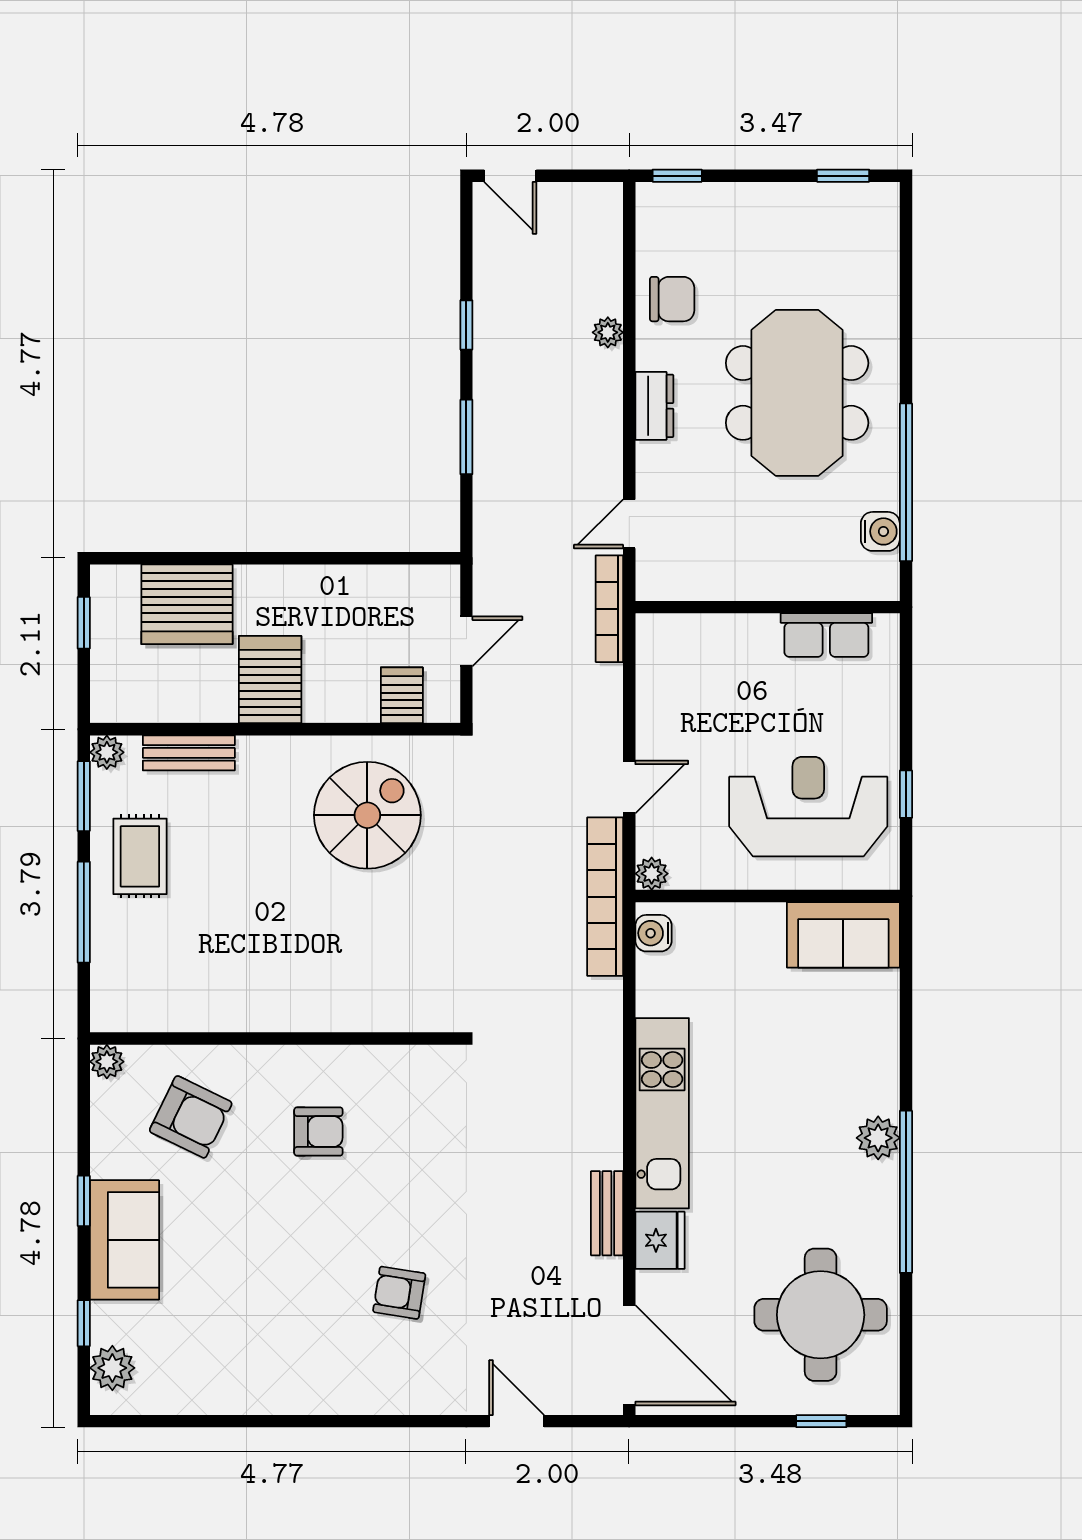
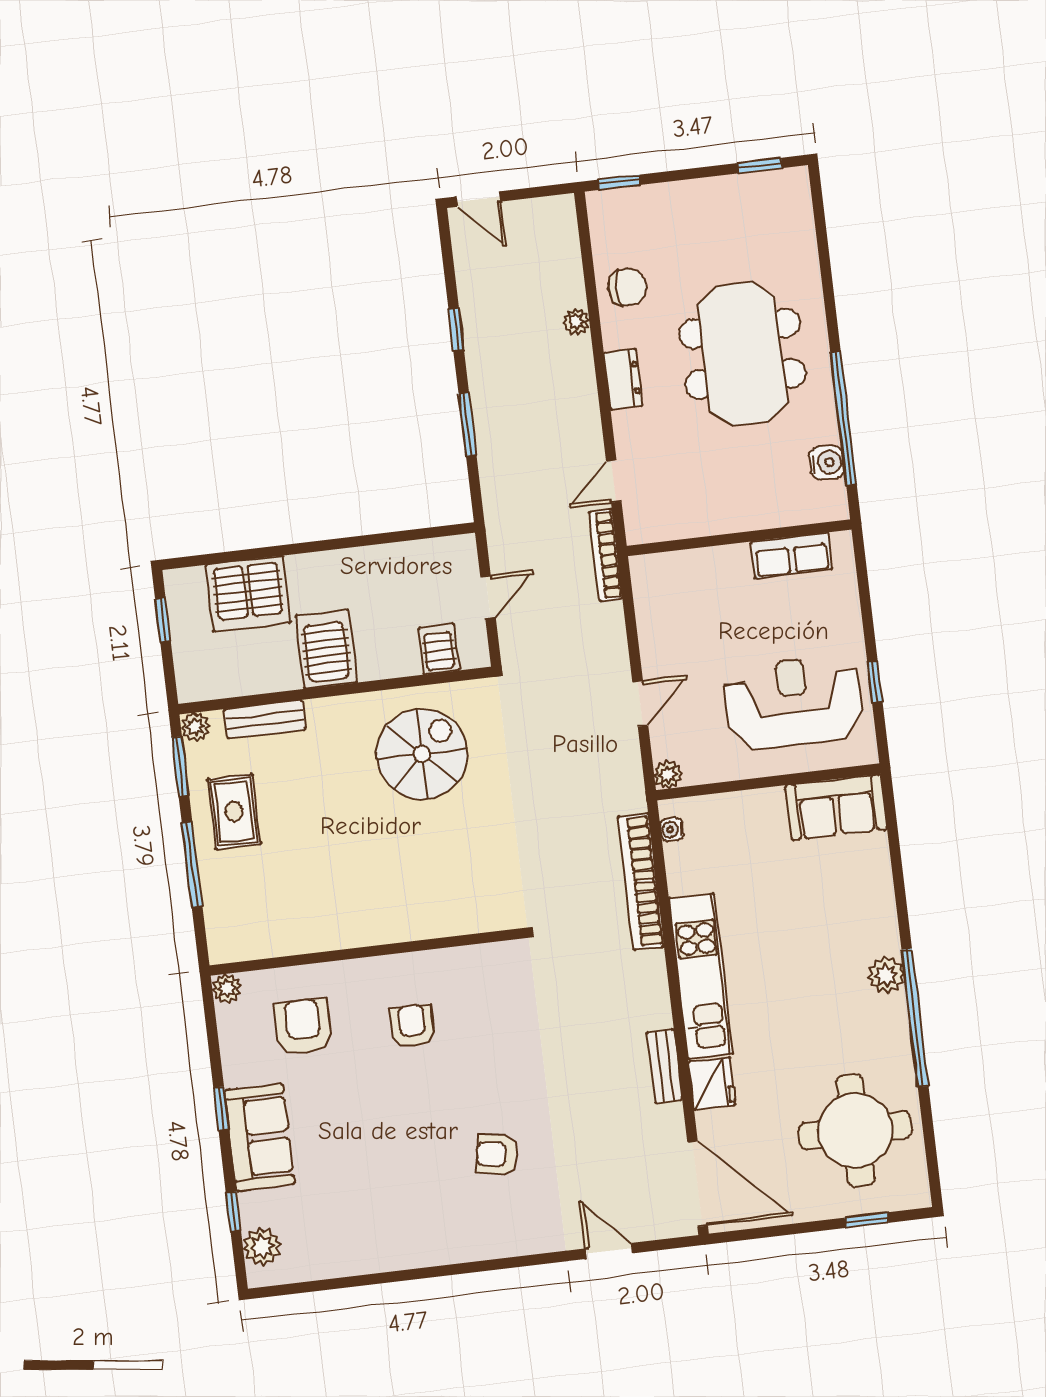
bookcase: (605, 897) -> (641, 881), moved
water cooler: (654, 933) -> (672, 830), width x0.72, depth x0.72
armchair: (191, 1117) -> (303, 1027), turned -116
armchair: (318, 1132) -> (412, 1026), turned -90

